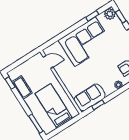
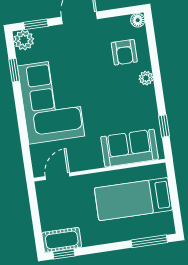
cot: (22, 87) -> (62, 240), moved
sofa: (90, 97) -> (130, 148), moved, turned 90

